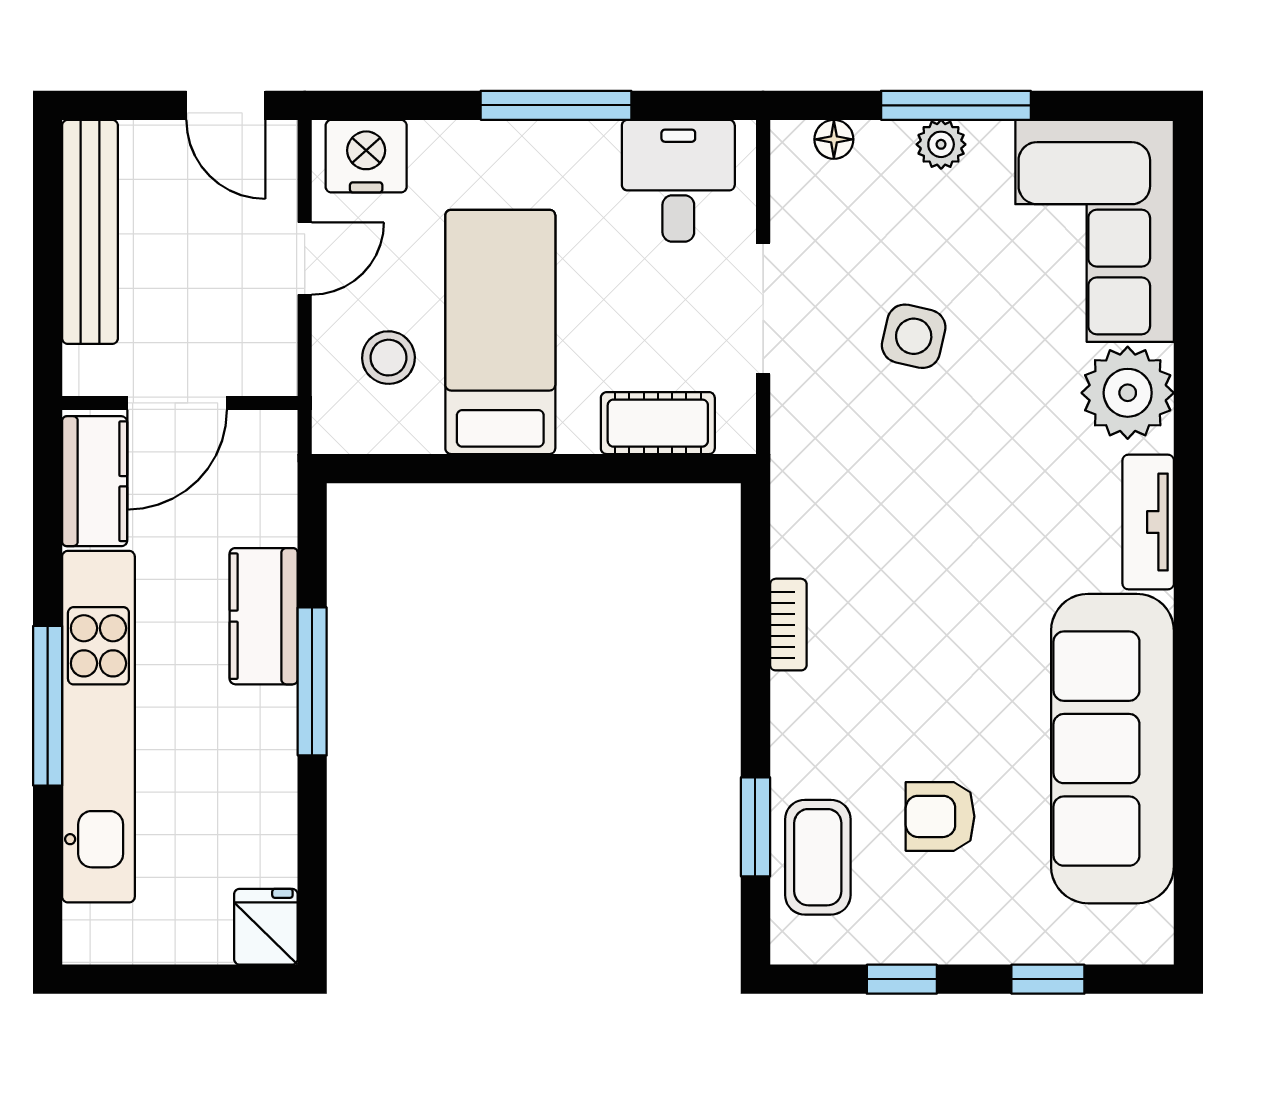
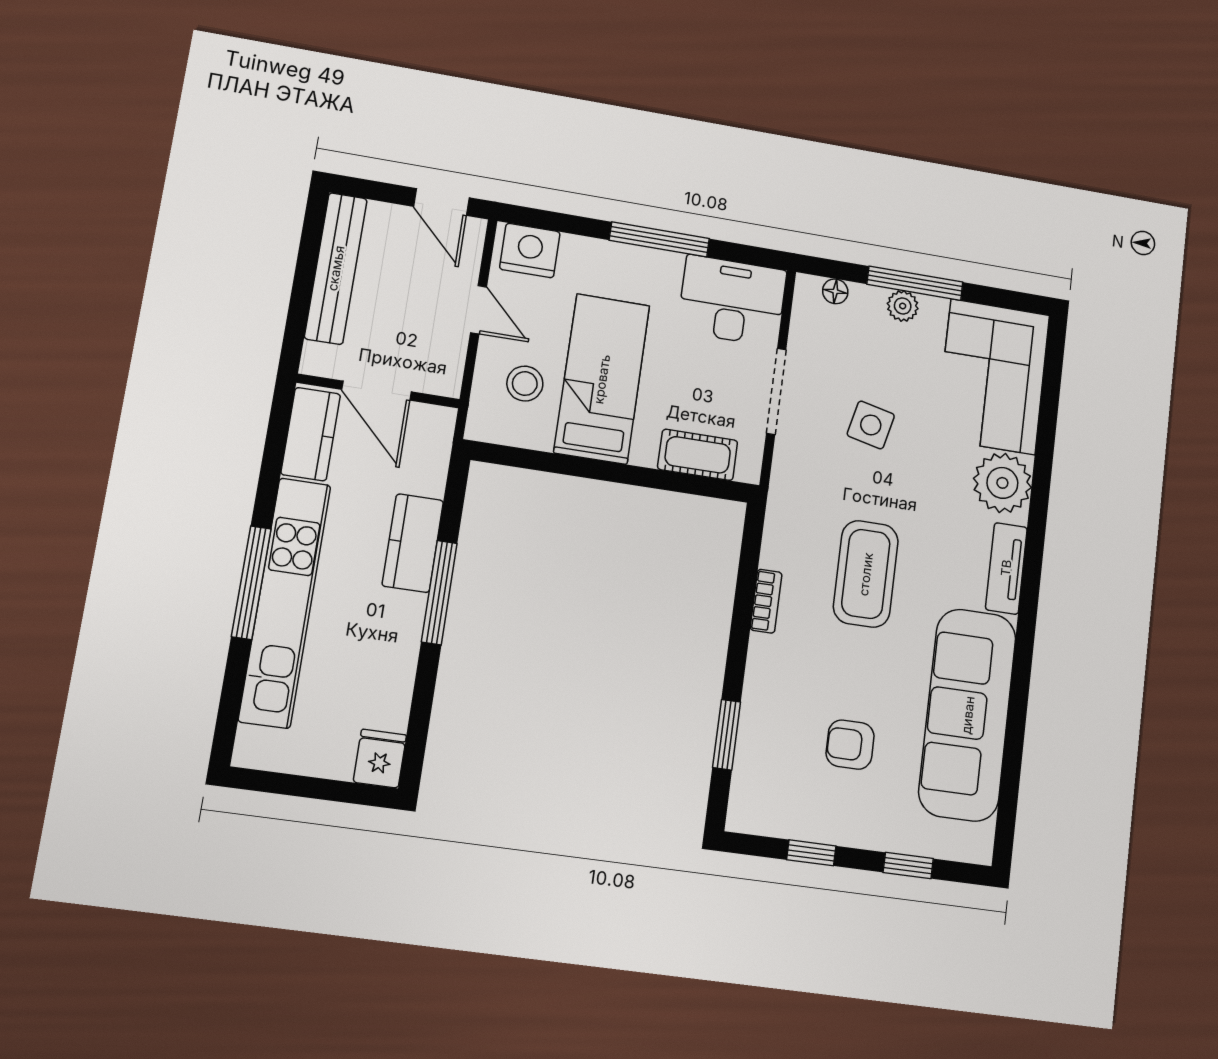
desk: (678, 181) -> (732, 301), width x1.37
door: (305, 259) -> (479, 310), hinge flipped
door: (177, 403) -> (377, 391), hinge flipped
coffee table: (818, 857) -> (866, 574), moved, width x1.36, depth x1.32

